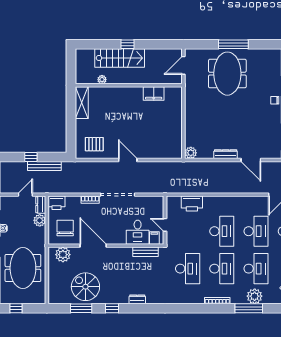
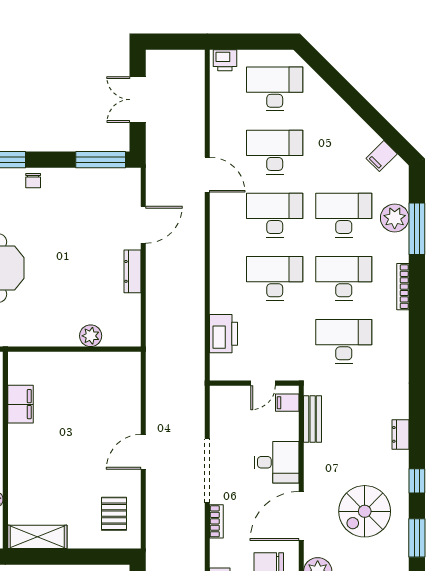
plant: (191, 153) -> (91, 336), moved
desk: (138, 232) -> (276, 462), moved
spiral stairs: (85, 287) -> (365, 511), moved

